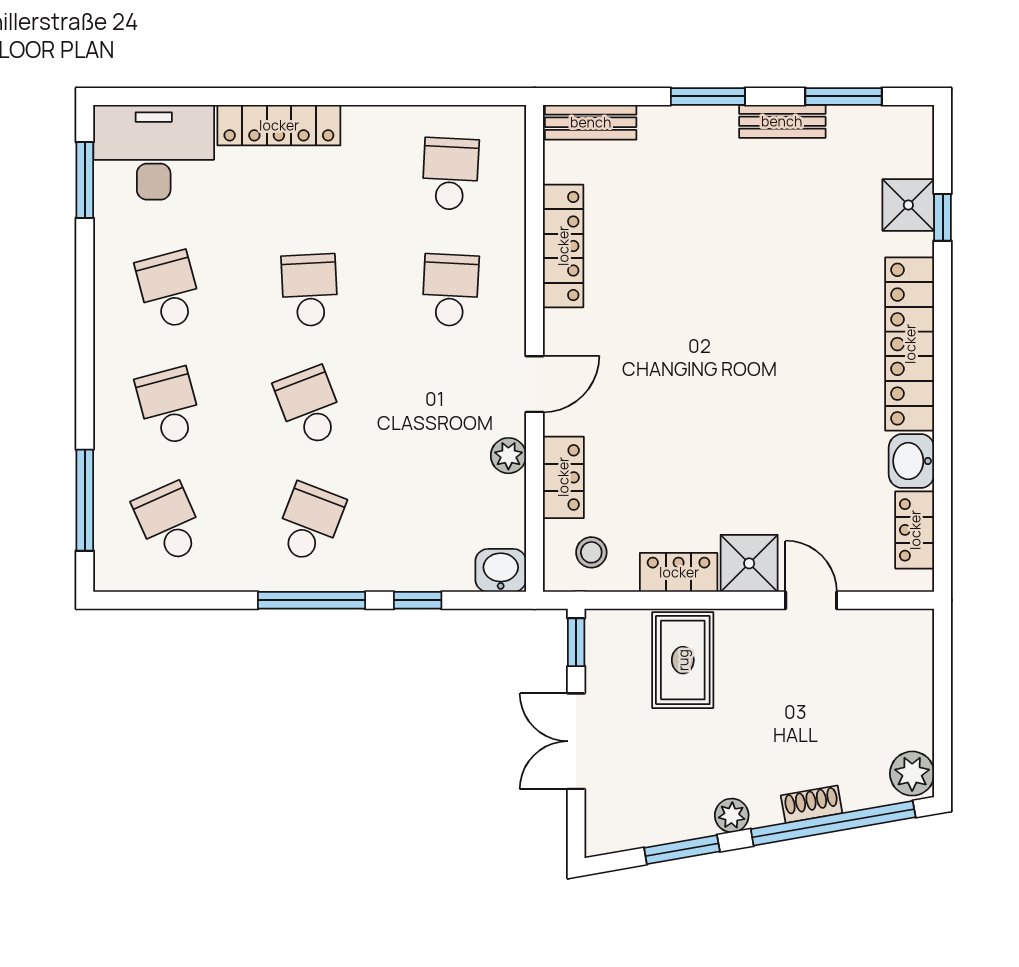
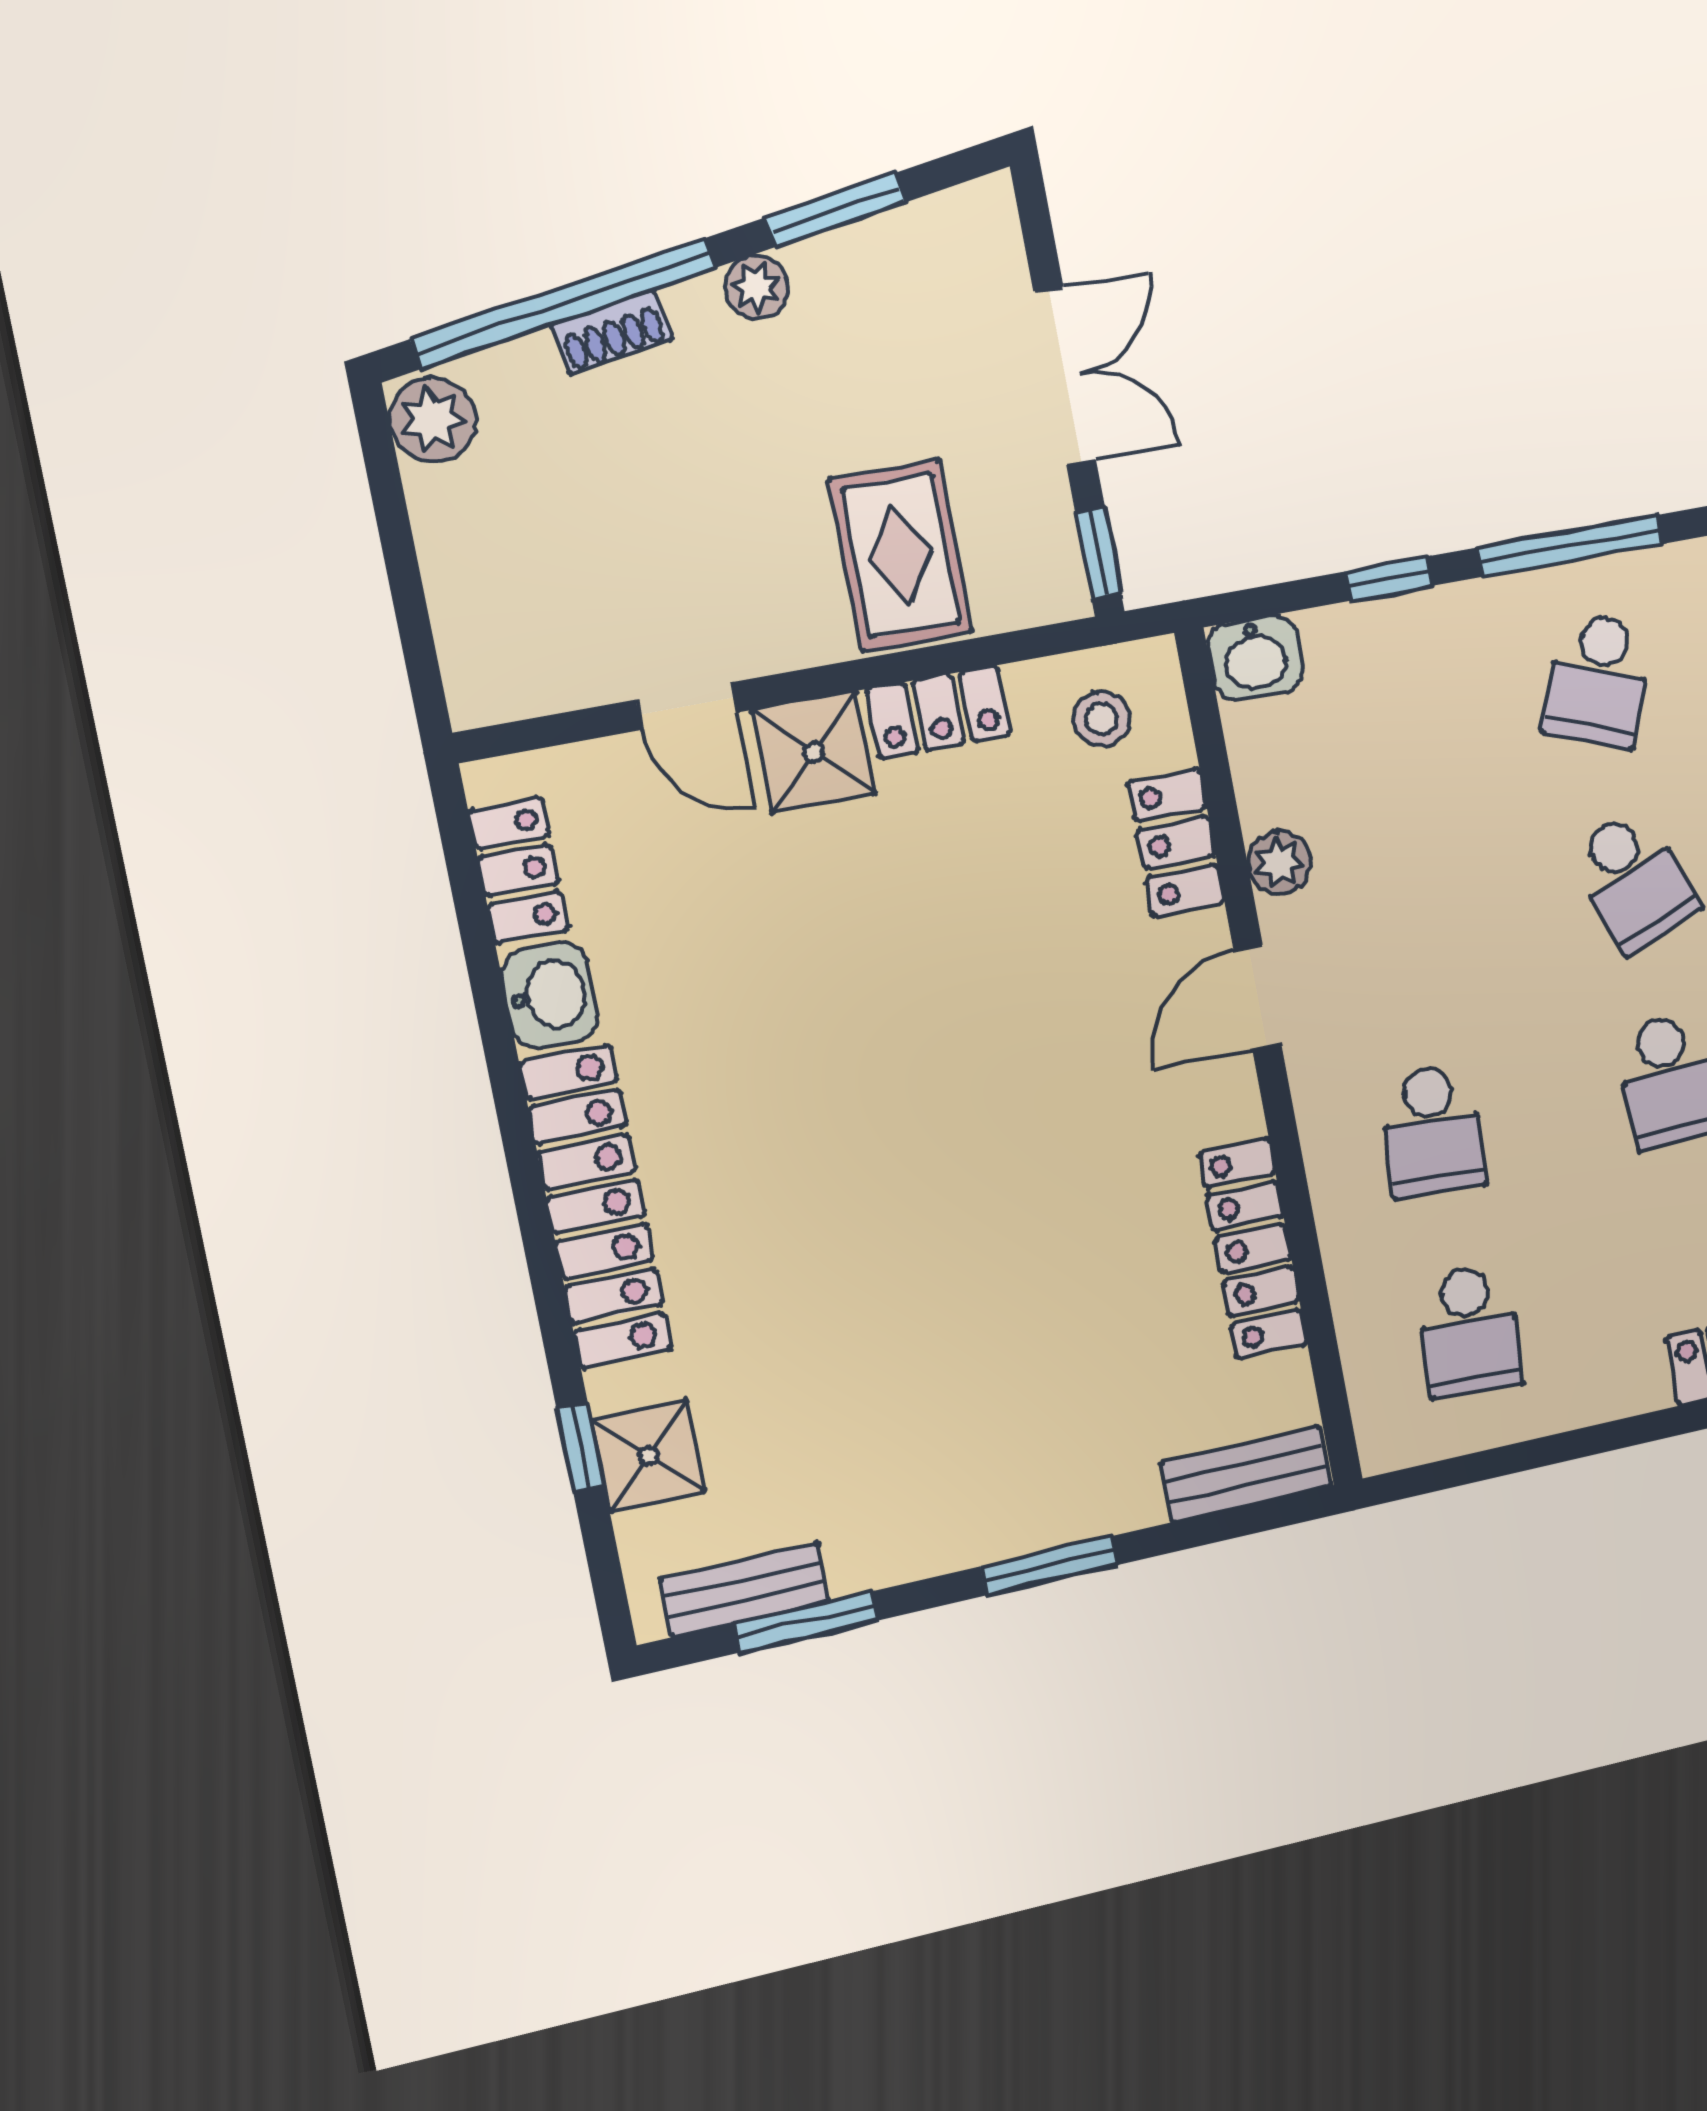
bench: (782, 121) -> (744, 1590), moved

